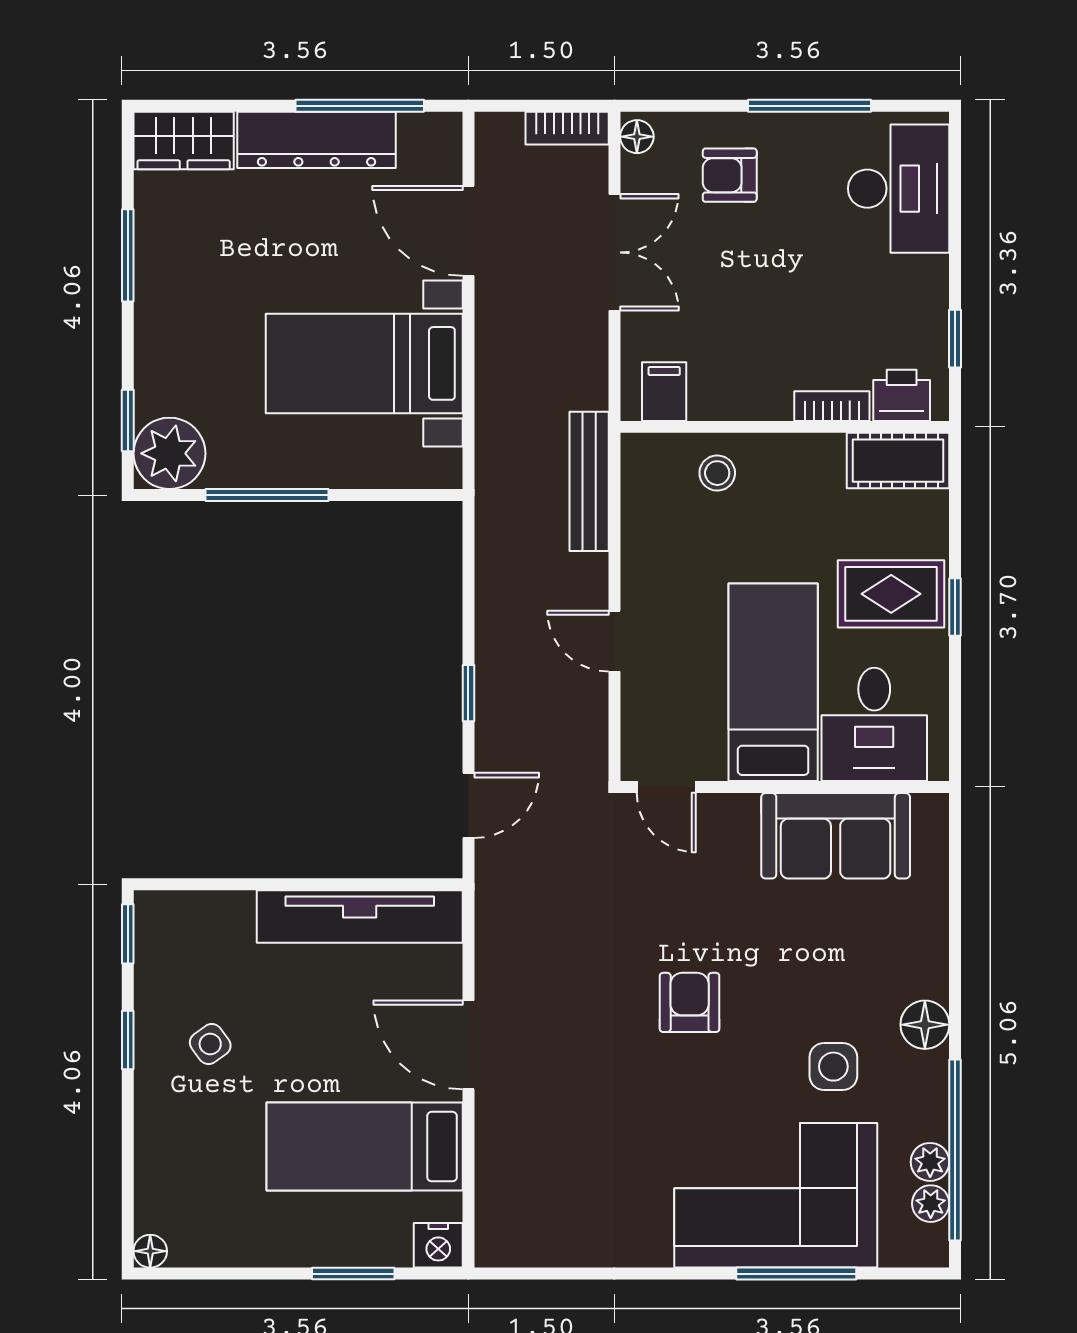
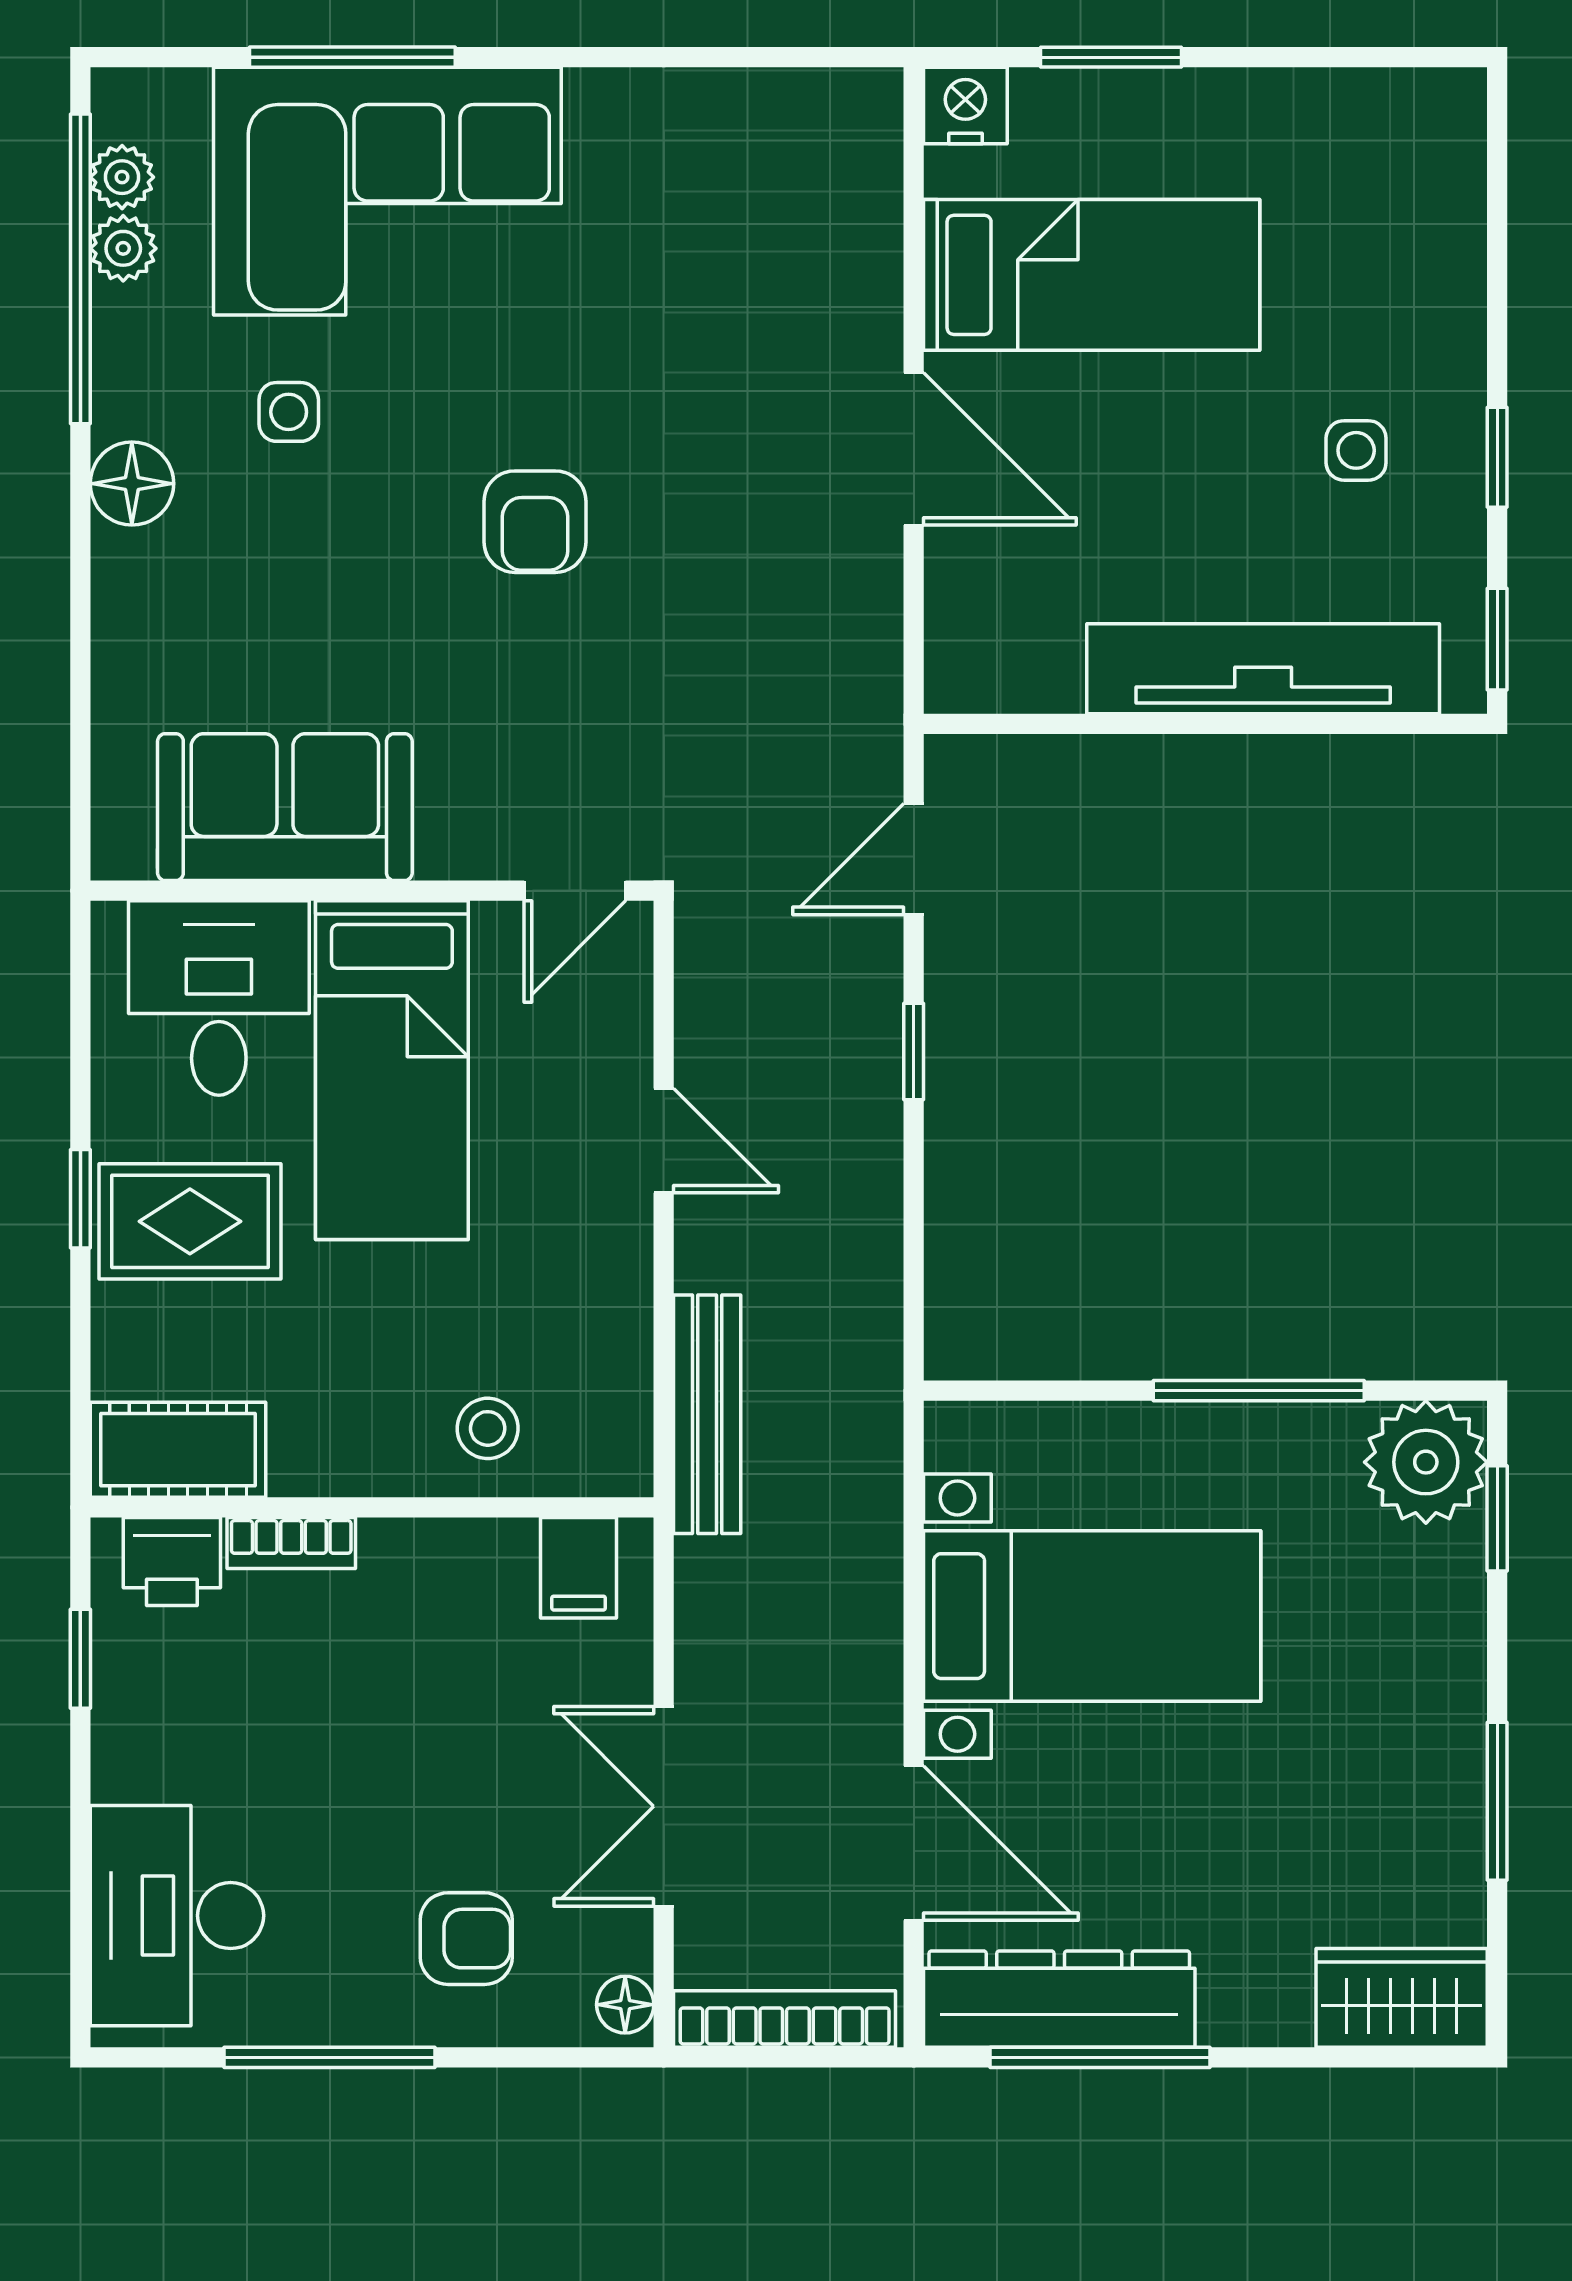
bookcase: (567, 128) -> (785, 2019), width x1.56
dresser: (317, 140) -> (1059, 1999), moved
door: (666, 787) -> (575, 891), swing flipped
tv unit: (360, 916) -> (1263, 669), moved
side table: (210, 1044) -> (1356, 450), turned 36
side table: (833, 1067) -> (289, 412), width x0.73, depth x0.73
floor lamp: (150, 1251) -> (1459, 96), removed

